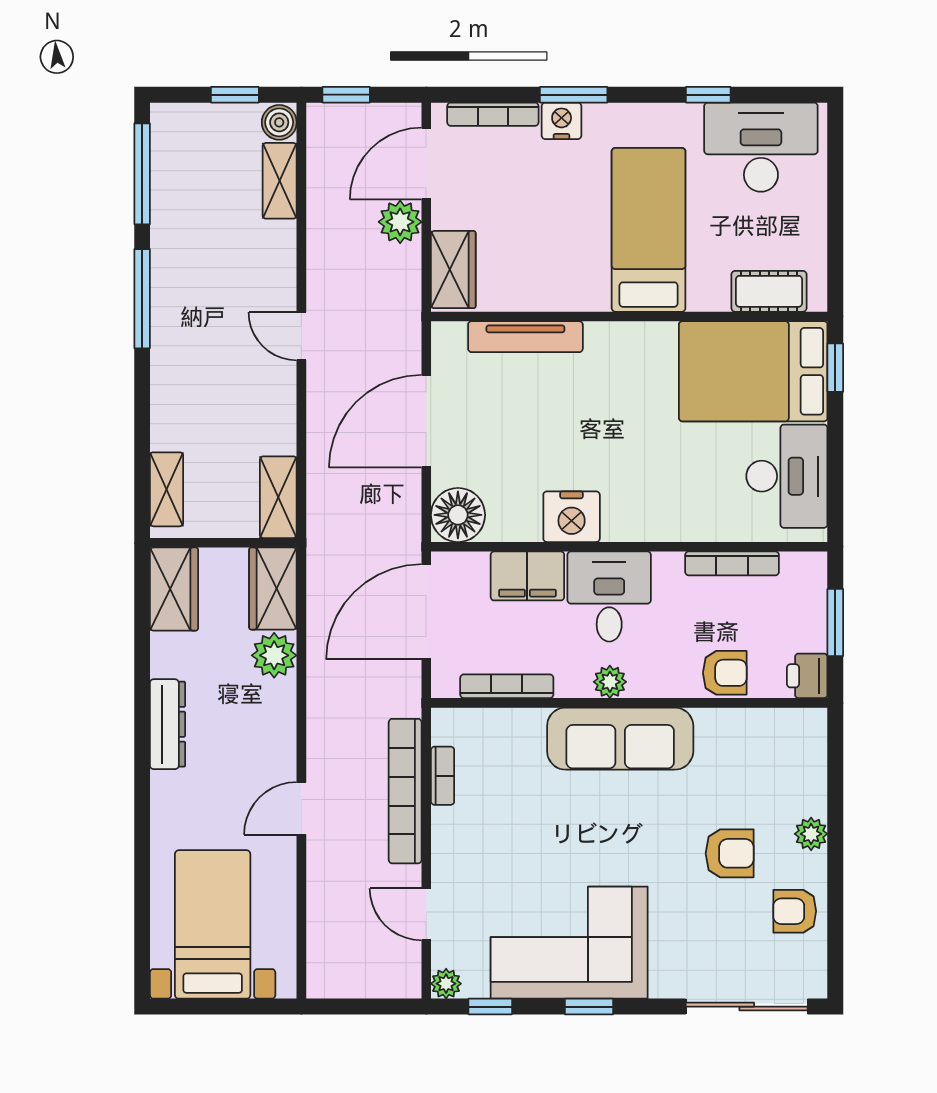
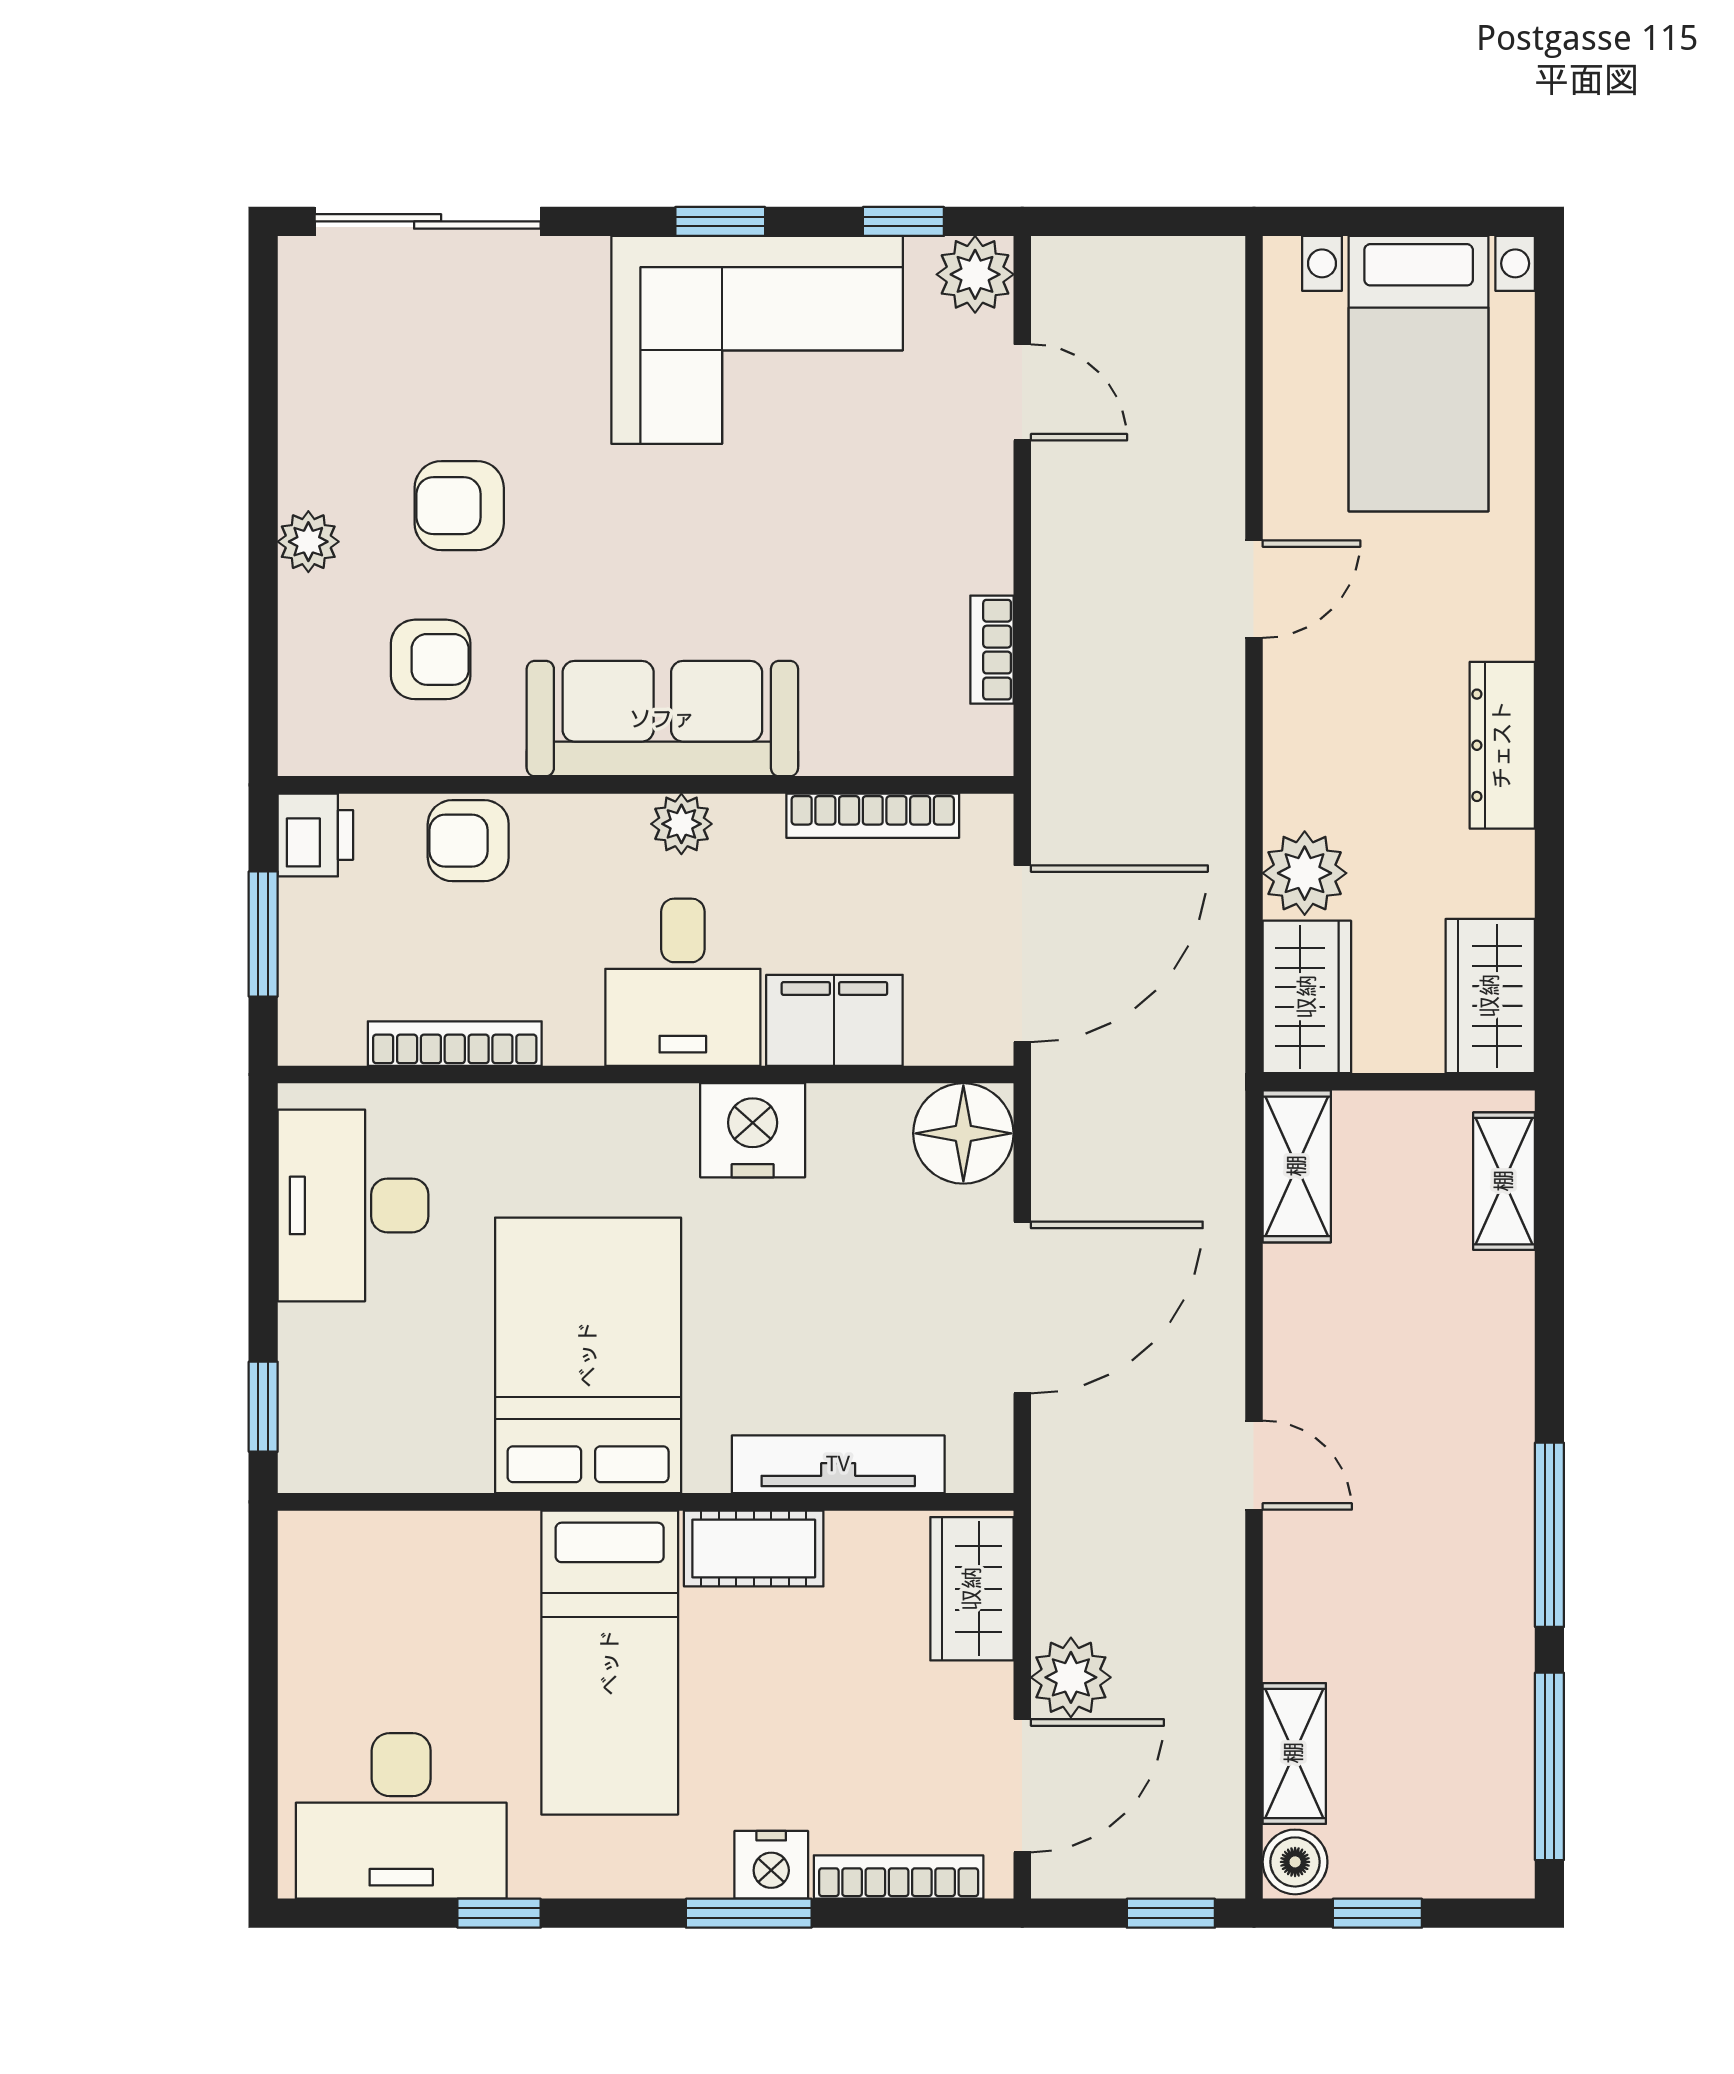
cot: (769, 291) -> (754, 1548), moved
bed: (753, 371) -> (588, 1355), moved, turned -90
bookcase: (405, 791) -> (1061, 621), removed
armchair: (795, 911) -> (431, 659), moved
plant: (446, 984) -> (975, 274), width x1.38, depth x1.38

